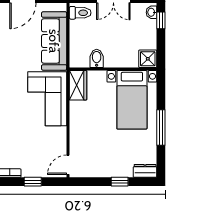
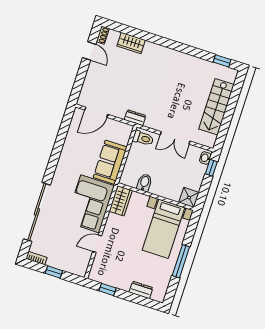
sofa: (54, 41) -> (110, 162), width x0.73
door: (68, 165) -> (97, 244), moved
dresser: (145, 171) -> (141, 290), moved
window: (120, 182) -> (108, 289), moved

